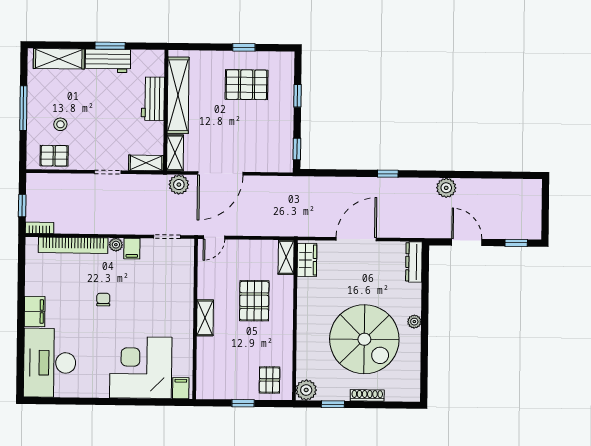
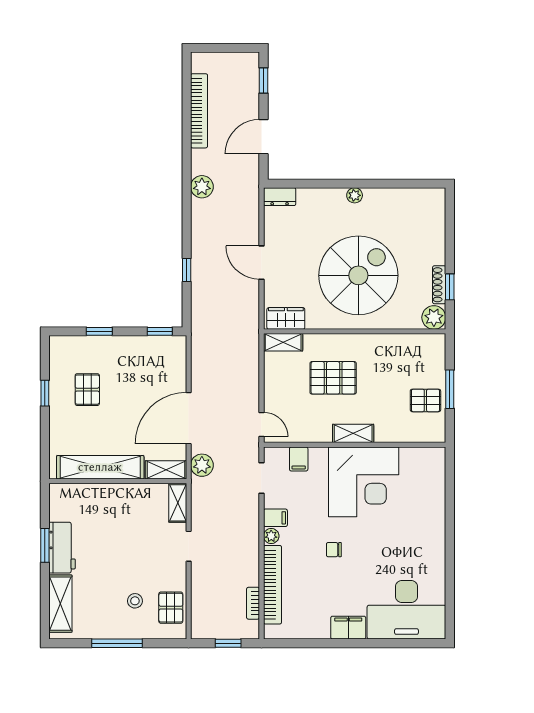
pallet: (247, 85) -> (87, 390), width x0.67, depth x0.71
workbench: (153, 99) -> (105, 496), removed
door: (220, 173) -> (189, 418), swing flipped
window: (388, 174) -> (187, 270), moved
bookcase: (490, 186) -> (199, 111), added
plant: (446, 188) -> (202, 187), moved
bookcase: (40, 228) -> (253, 603), moved
door: (356, 239) -> (261, 263), width x0.73
dresser: (414, 262) -> (280, 197), width x0.70
spiral stairs: (364, 339) -> (358, 275), moved
corner desk: (141, 368) -> (364, 482), moved, turned -90
pallet: (270, 380) -> (425, 400), moved
filing cabinet: (181, 388) -> (299, 459), moved, turned -90
shoe rack: (367, 395) -> (439, 285), moved
window: (243, 403) -> (450, 389), width x1.50

